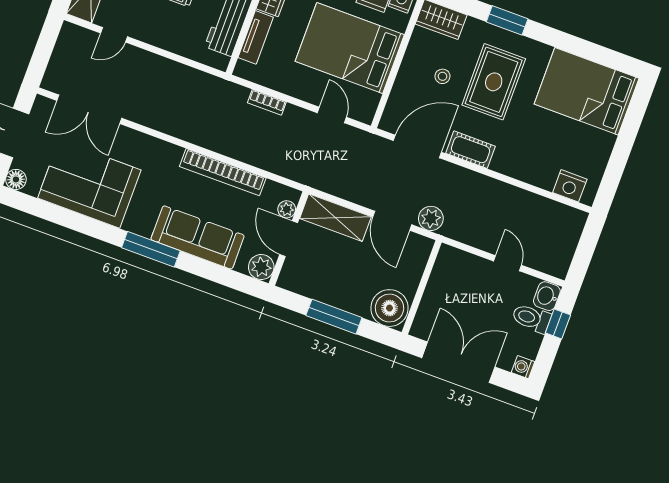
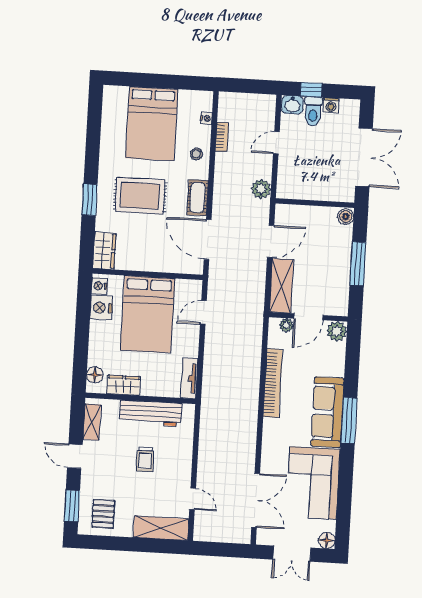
tv unit: (256, 37) -> (189, 378), moved, turned -90
stool: (442, 76) -> (196, 154), moved
bed: (587, 91) -> (152, 124), moved
bookcase: (267, 102) -> (222, 137), moved
nightstand: (570, 186) -> (206, 118), width x0.53, depth x0.56
plant: (431, 218) -> (261, 189), moved
sofa: (198, 237) -> (327, 412), moved
boiler: (389, 308) -> (346, 217), width x0.54, depth x0.54
double door: (458, 362) -> (364, 157), swing flipped
washing machine: (523, 367) -> (331, 105), moved

